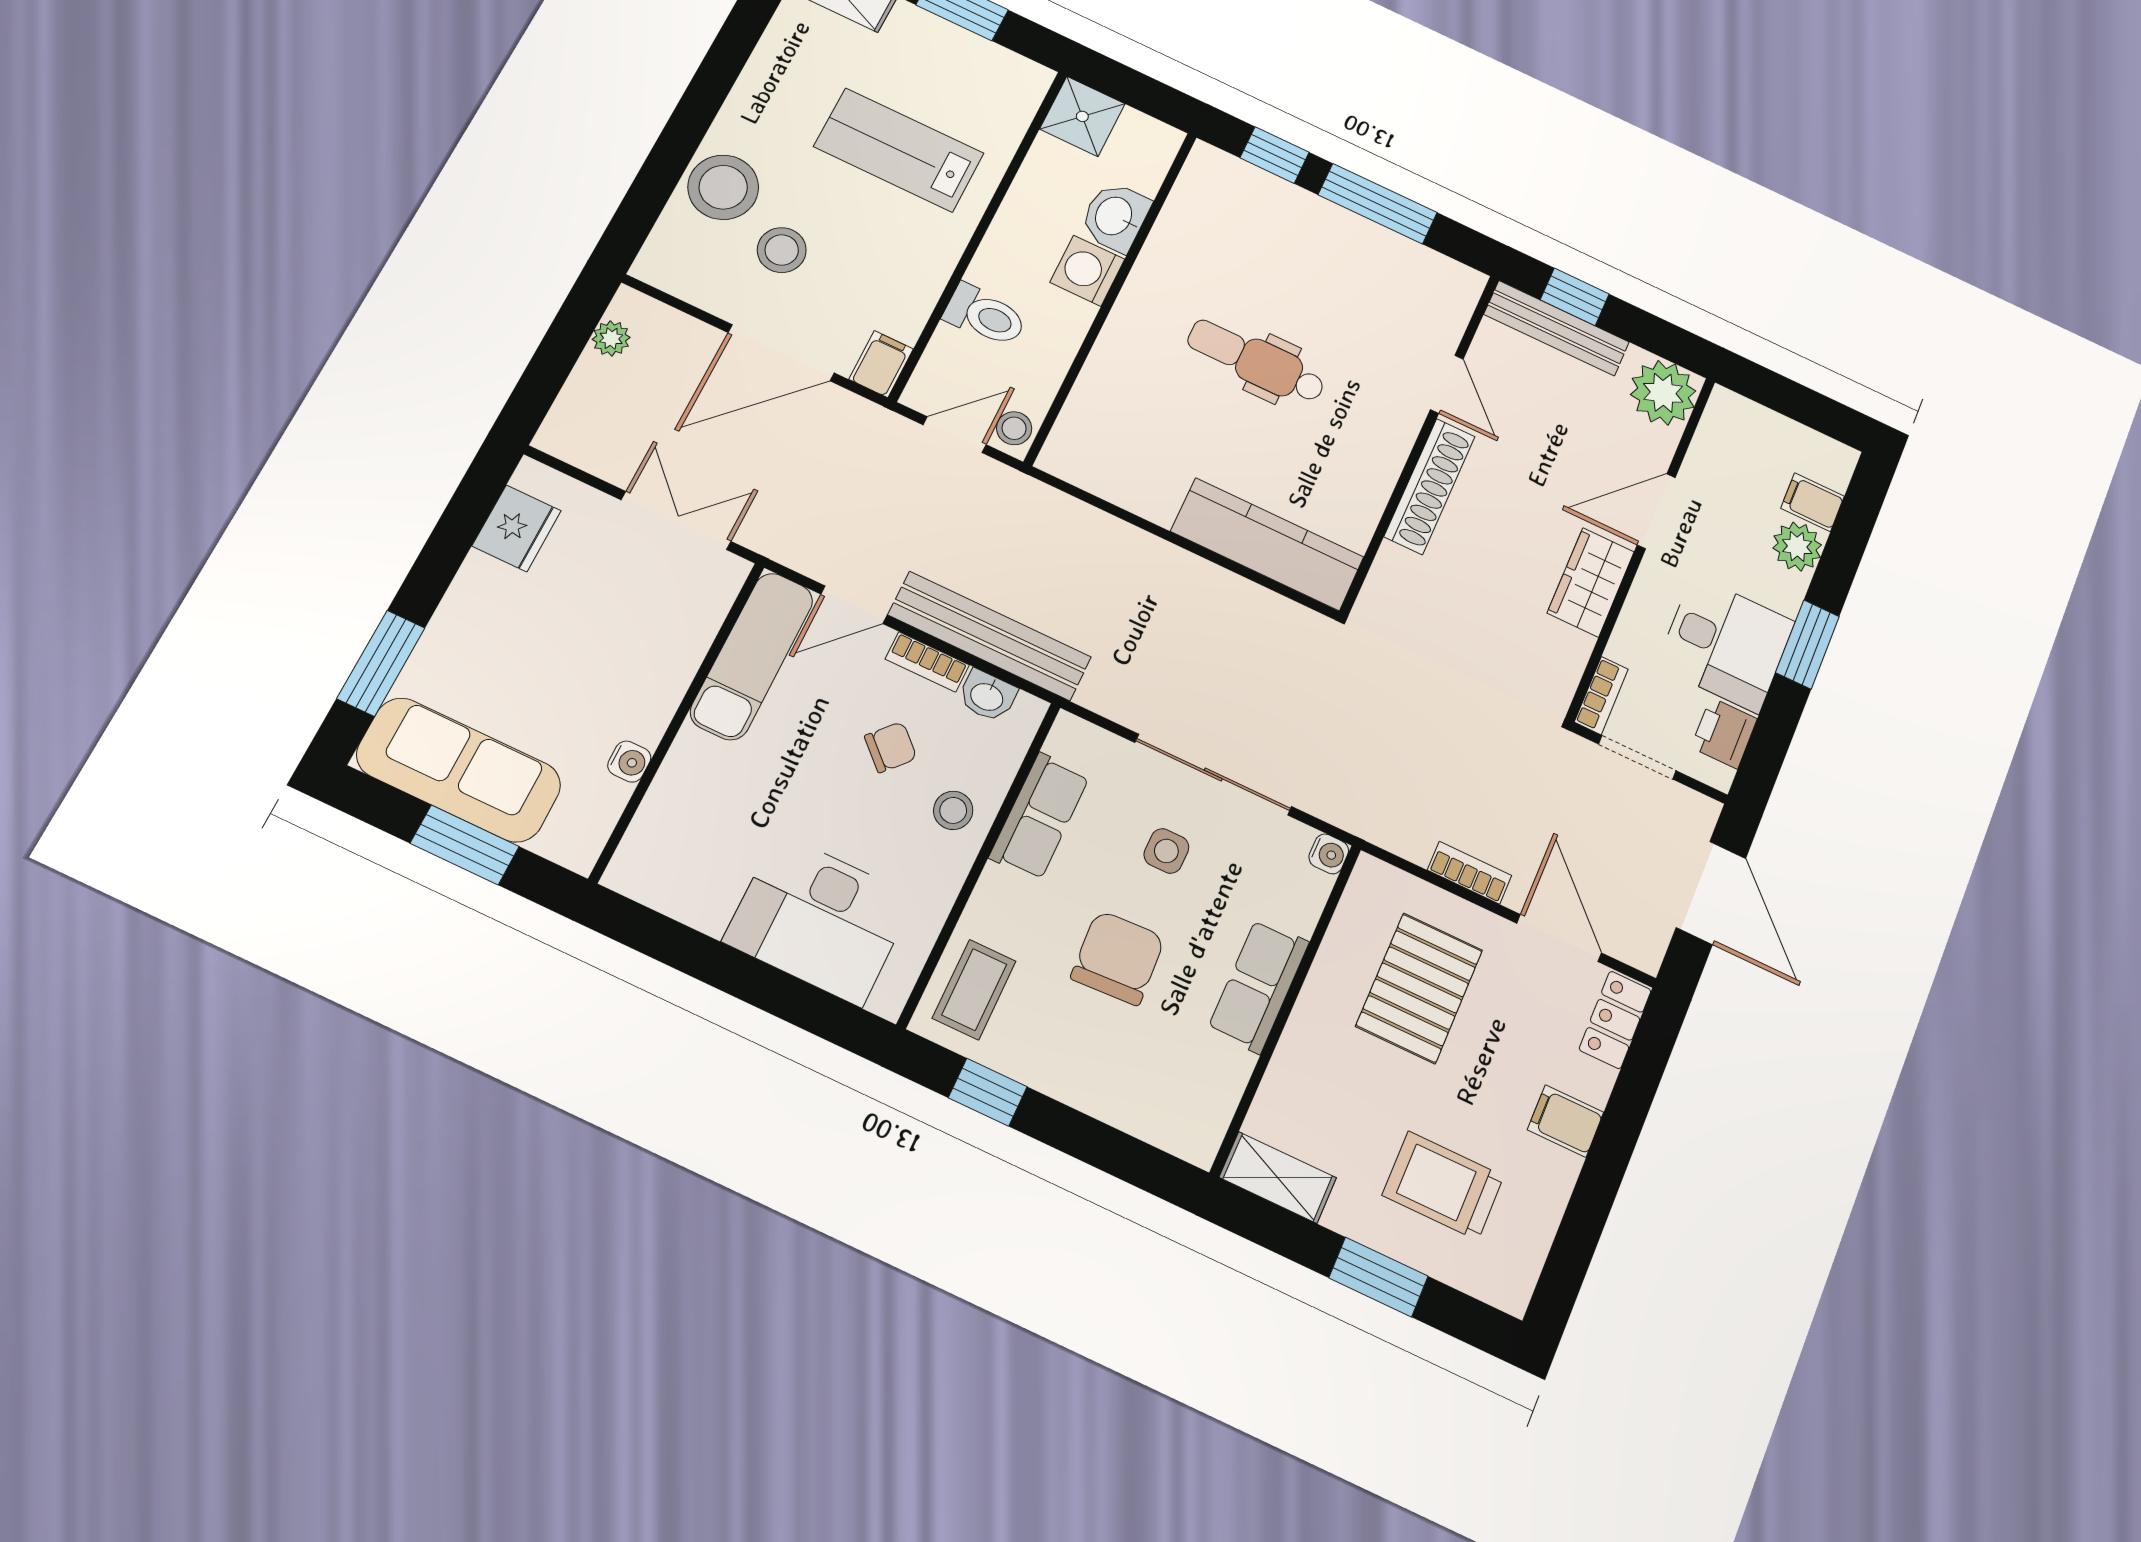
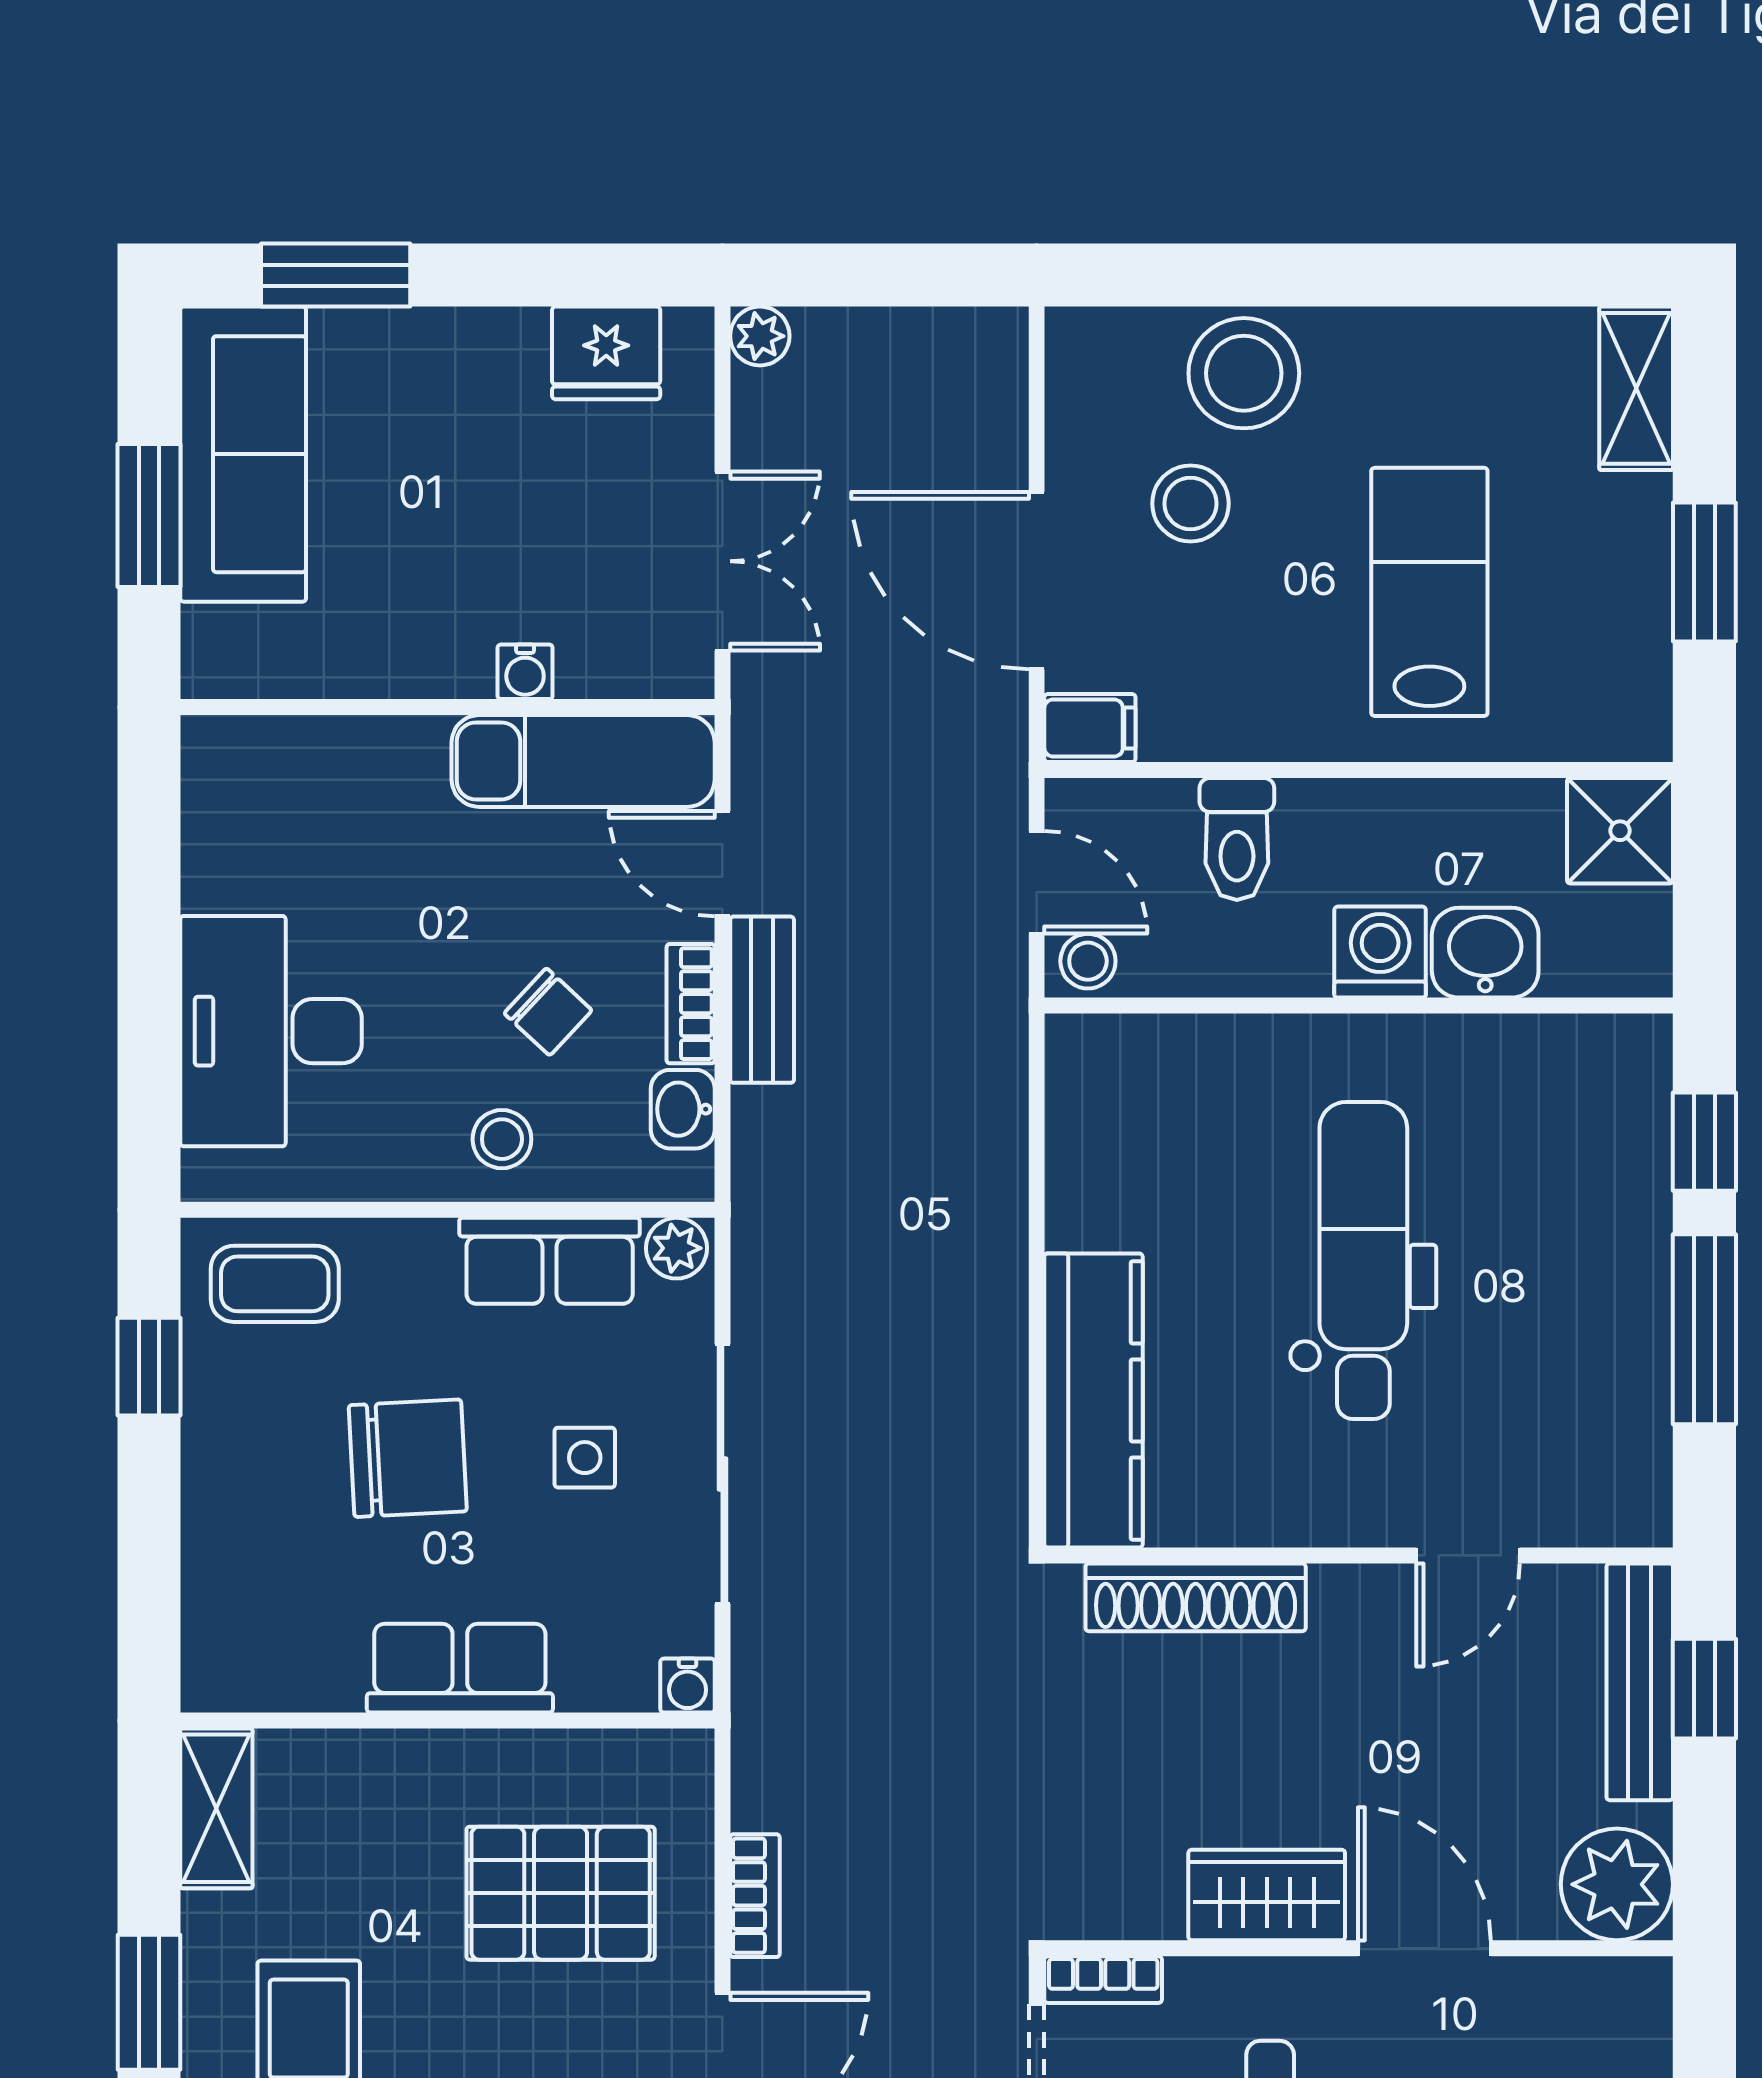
plant: (611, 338) -> (760, 336), moved
dental chair: (1256, 361) -> (1363, 1261), width x1.36, depth x1.38
shoe rack: (1430, 486) -> (1196, 1597), moved
bench: (990, 636) -> (762, 1000), width x0.54, depth x0.82
plant: (1068, 738) -> (676, 1248), added
water cooler: (629, 762) -> (525, 672), moved

